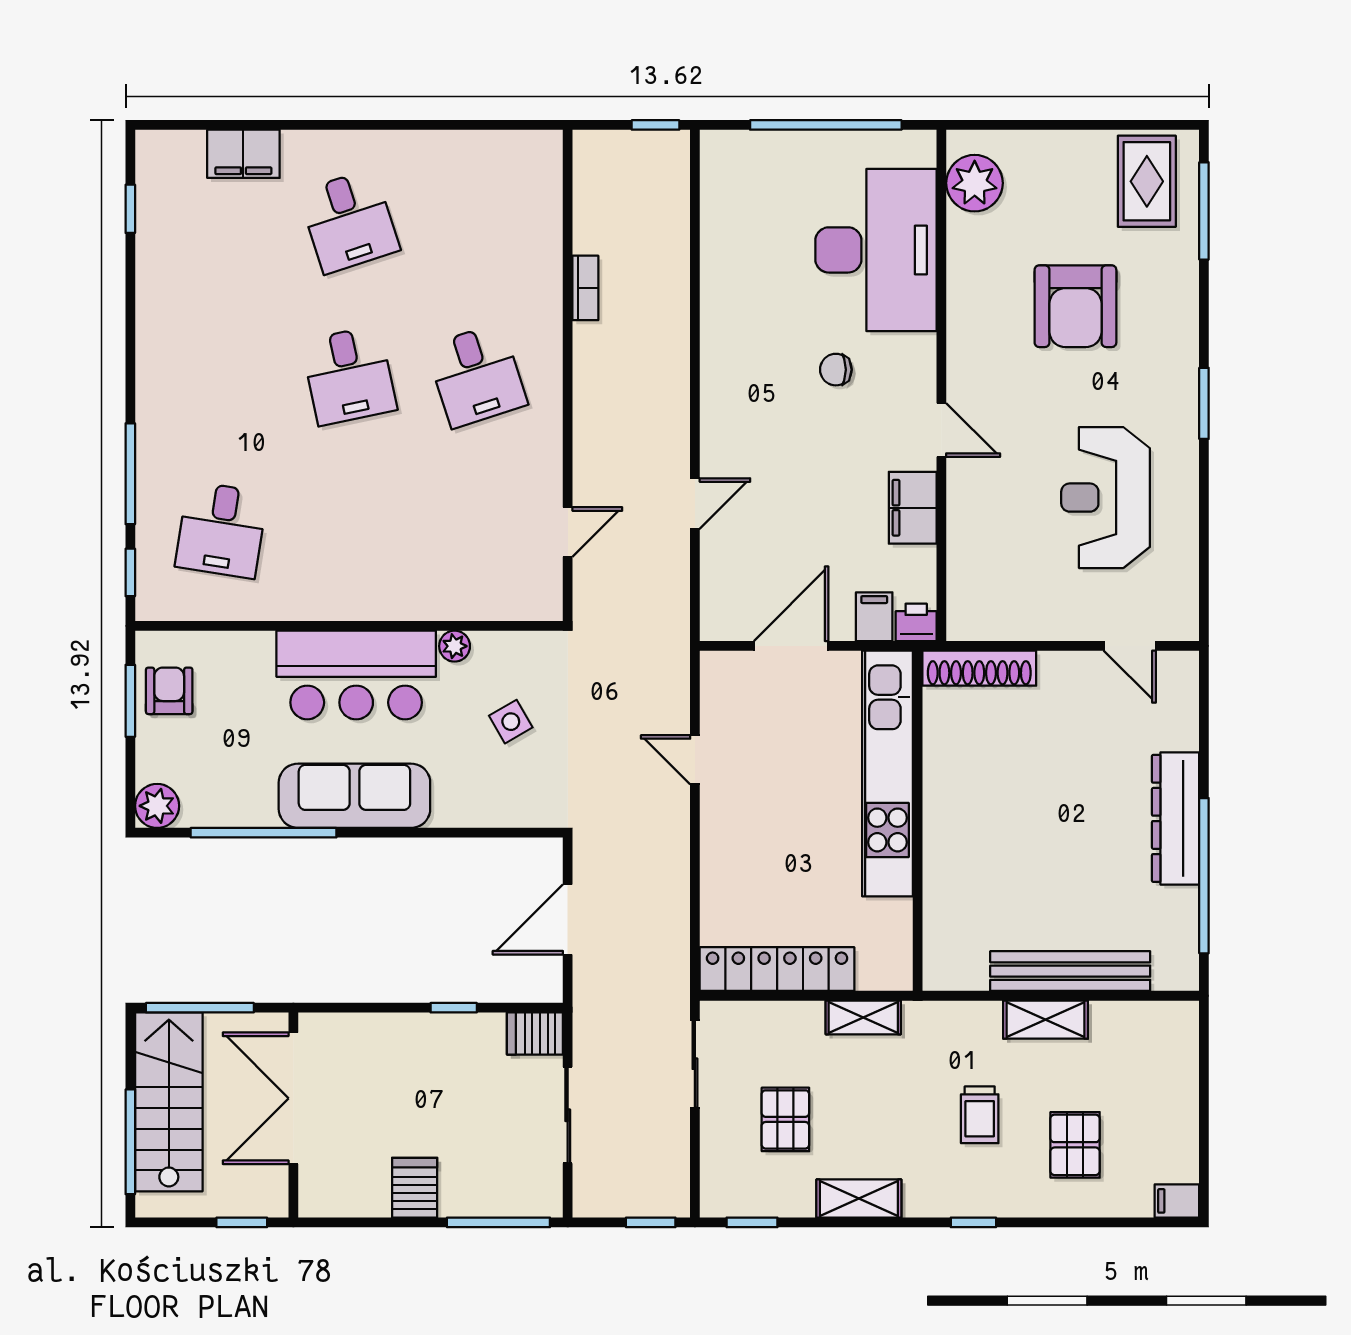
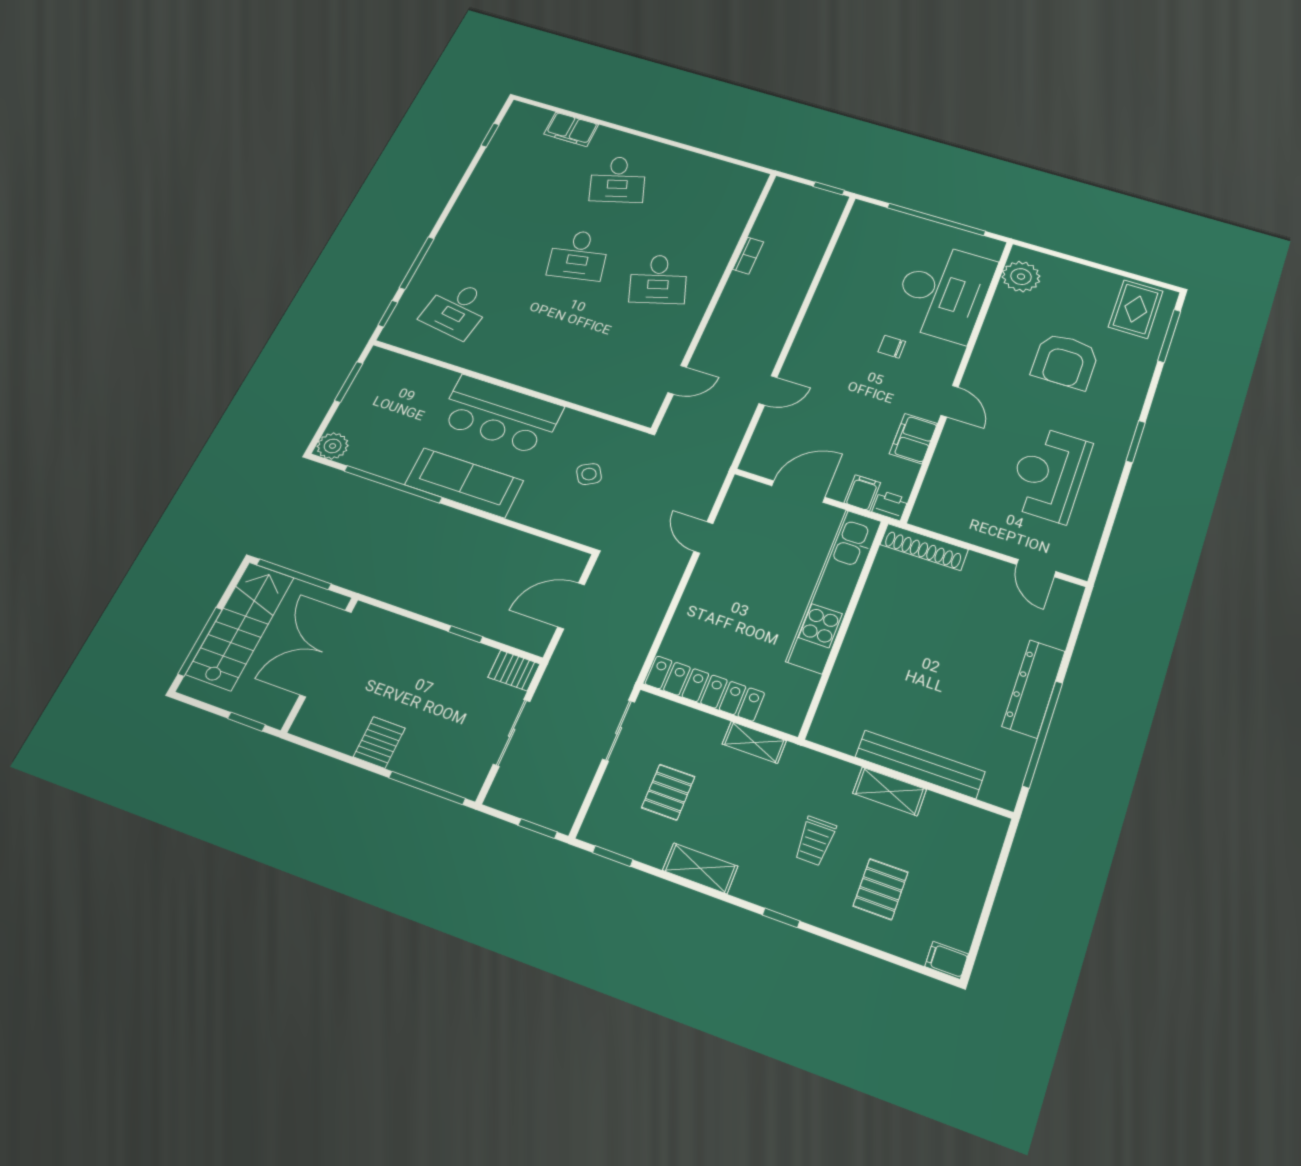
plant: (455, 646) -> (573, 419), removed
armchair: (169, 691) -> (376, 385), removed

